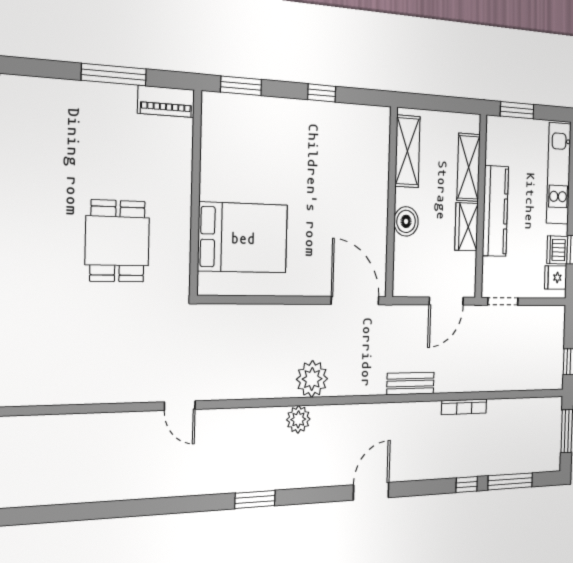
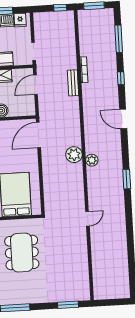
dining table: (117, 241) -> (22, 253), width x1.38
door: (446, 301) -> (36, 85), swing flipped
bench: (411, 383) -> (73, 83), moved
window: (467, 484) -> (121, 78), moved

